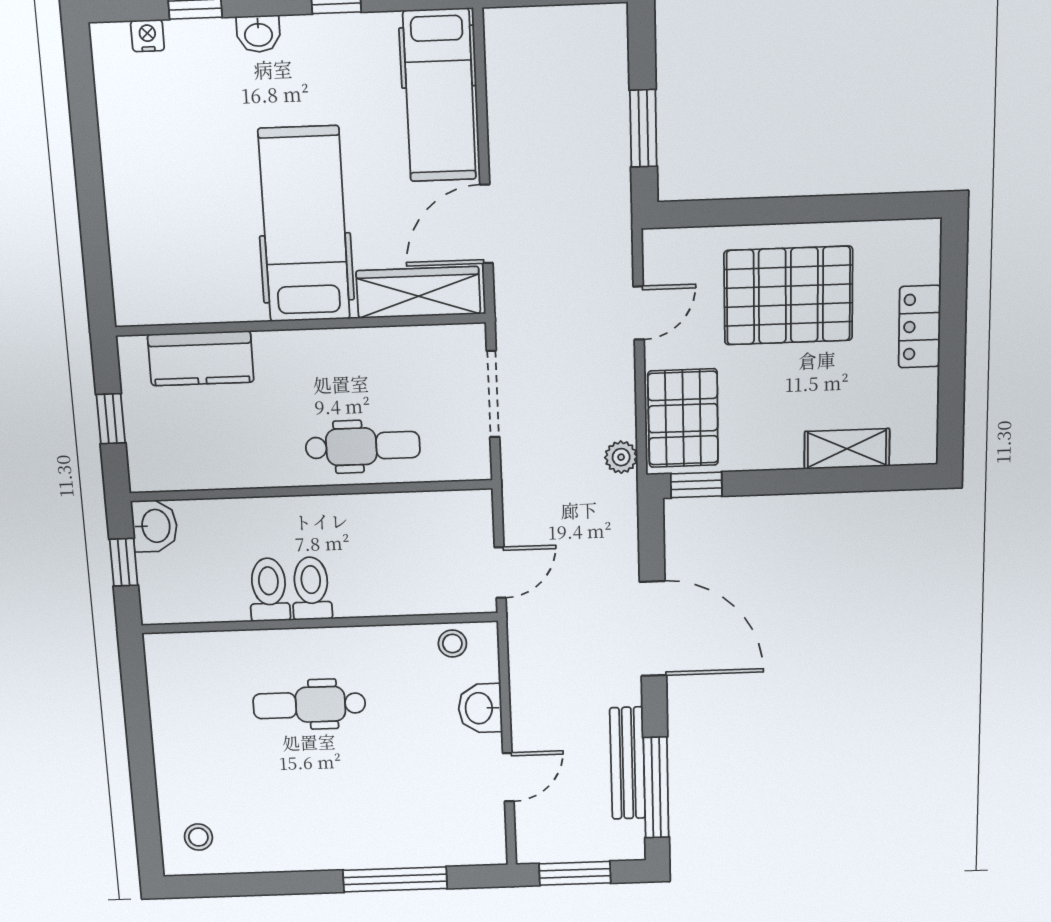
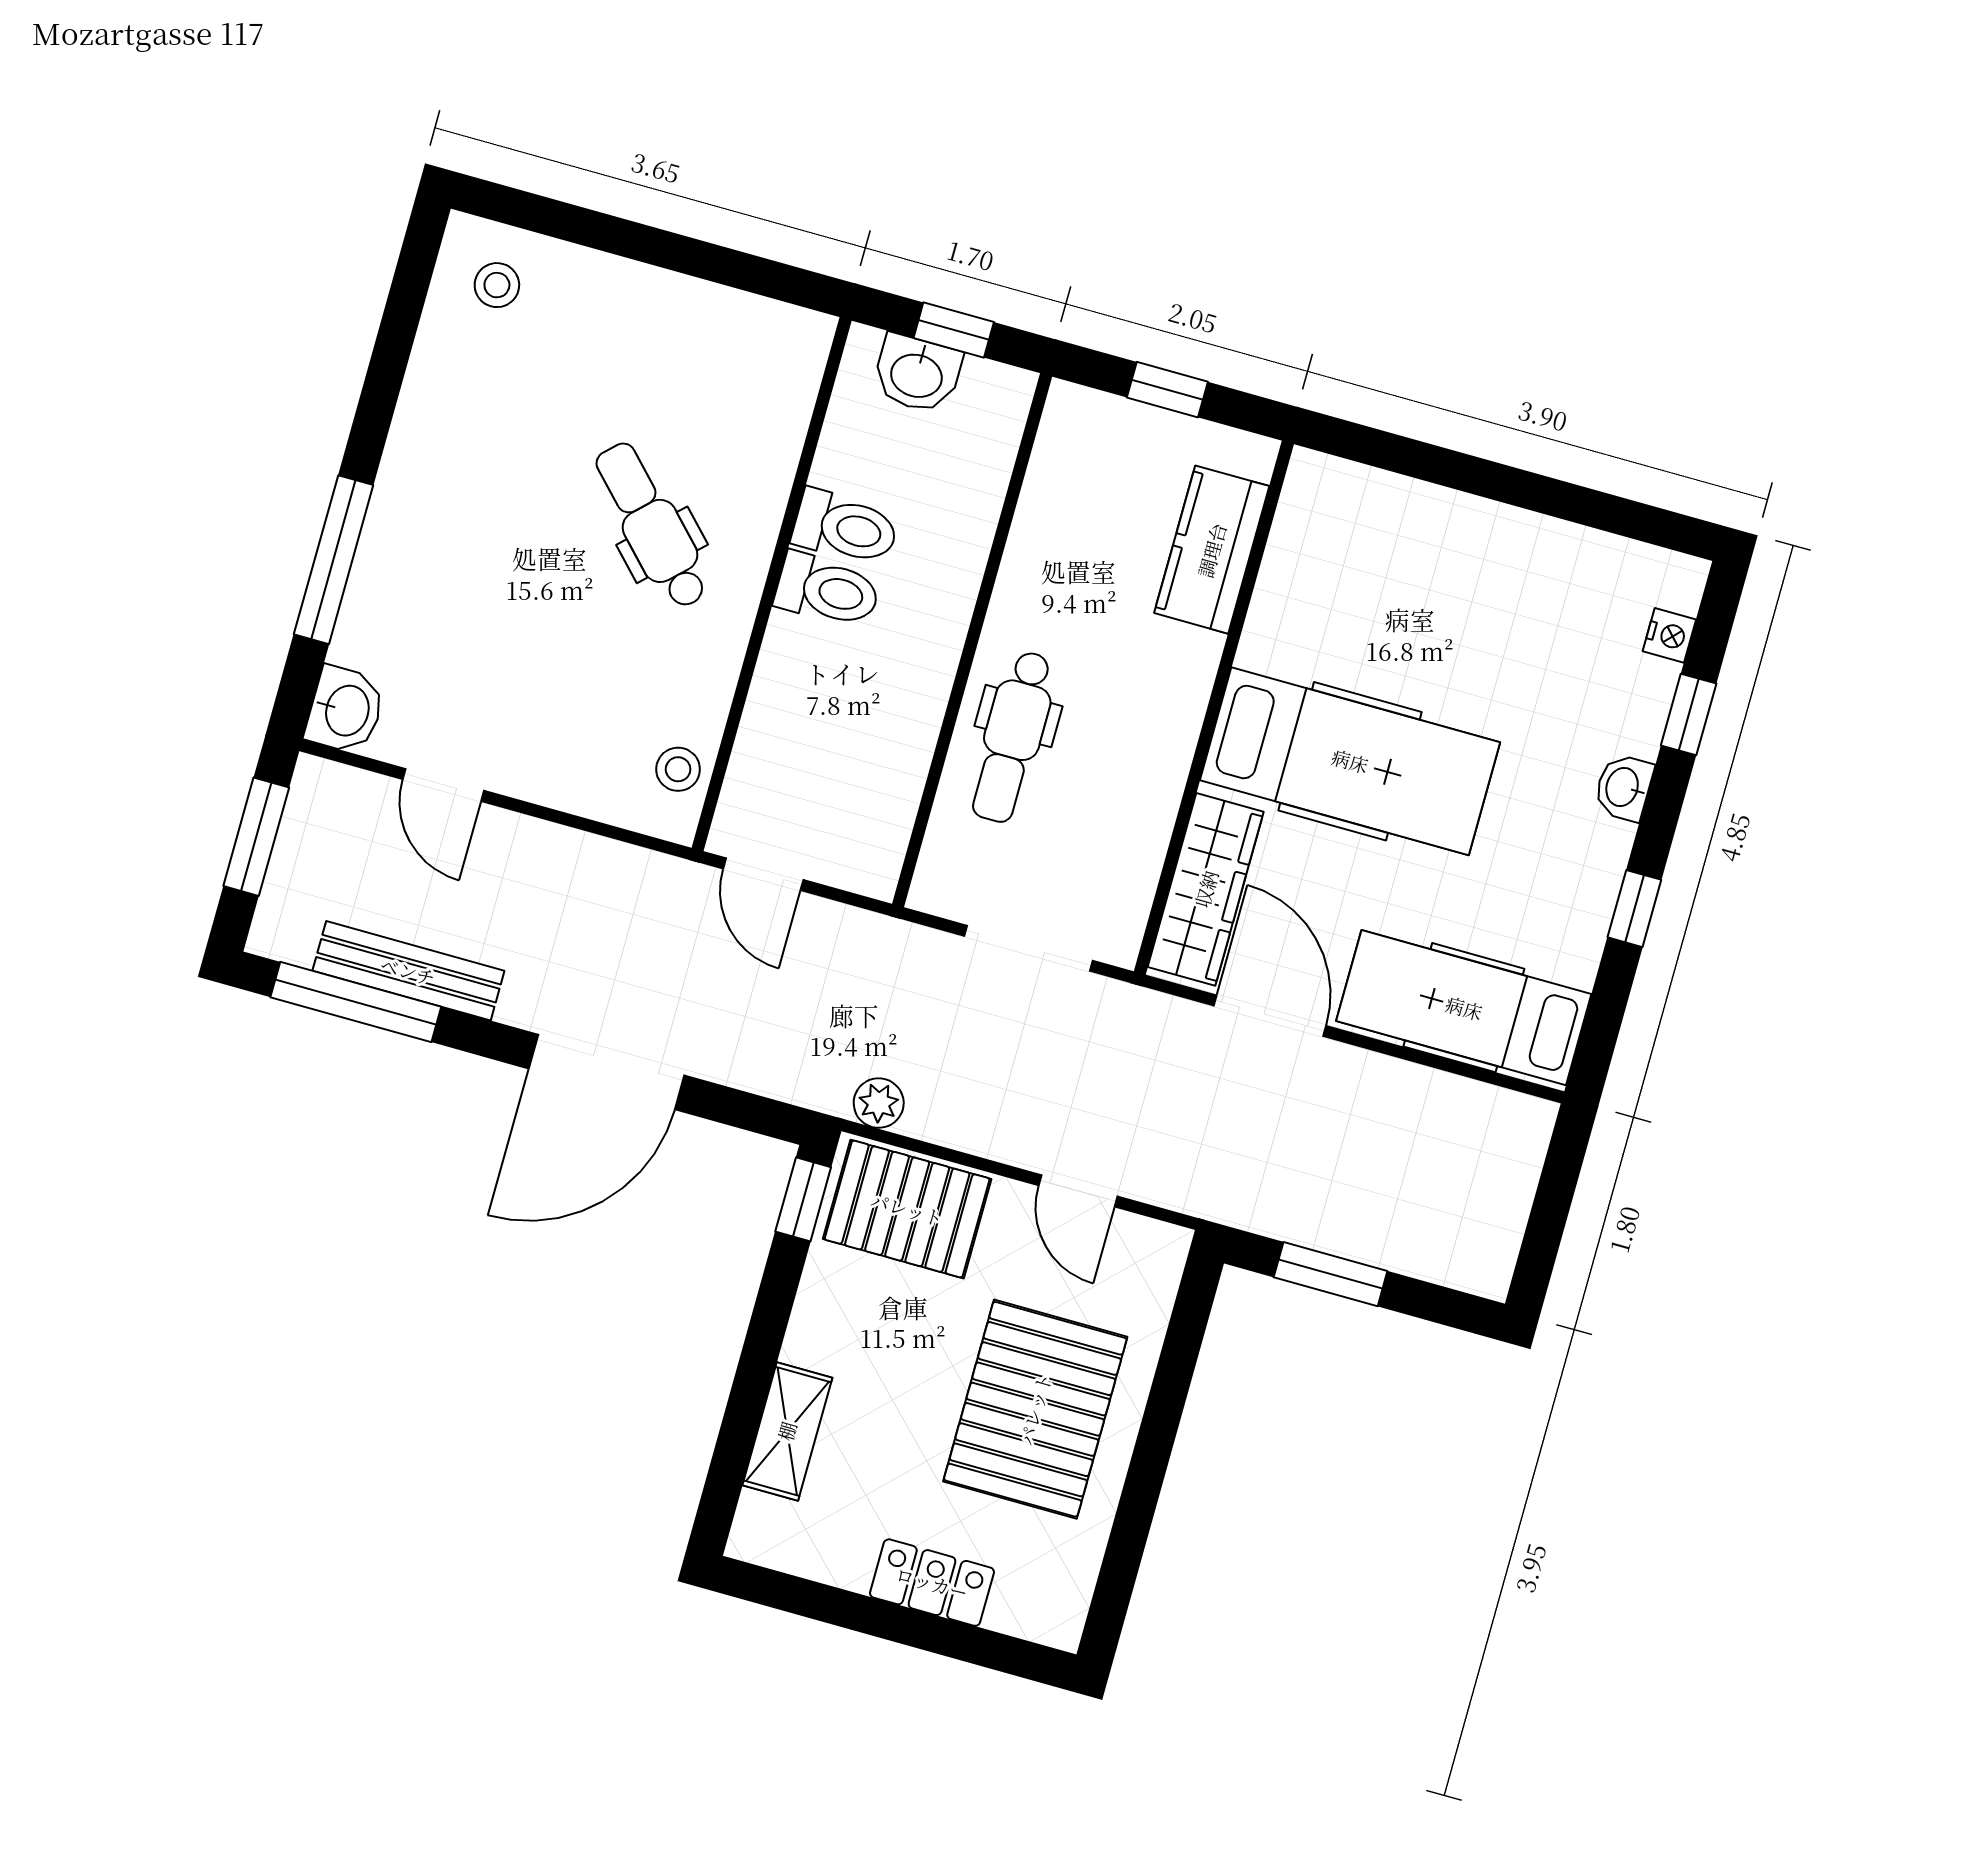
washbasin: (155, 526) -> (917, 374), moved
dental chair: (309, 705) -> (652, 526), turned -44
washbasin: (480, 708) -> (345, 710), moved, turned 90

